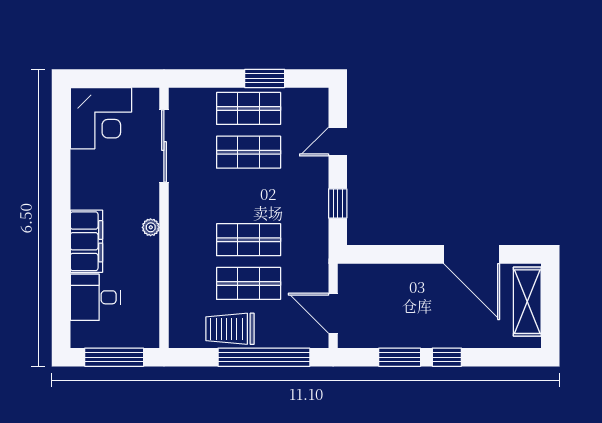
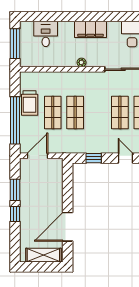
filing cabinet: (86, 241) -> (91, 29), moved
trolley: (230, 329) -> (30, 103), turned 180

